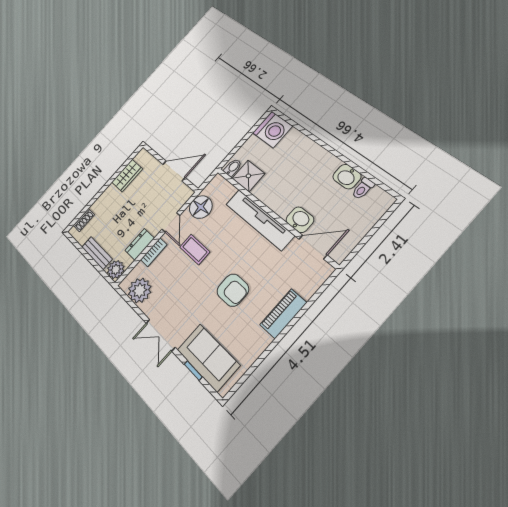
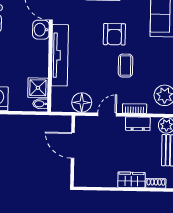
wardrobe: (127, 176) -> (131, 180), moved
coffee table: (195, 249) -> (125, 66), moved
armchair: (233, 290) -> (114, 34), turned 180

